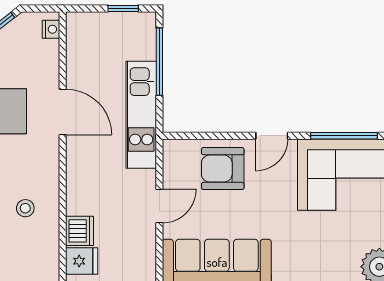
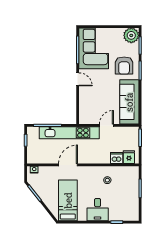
kitchen unit: (141, 115) -> (69, 133), width x1.36
armchair: (223, 169) -> (124, 66), moved
door: (159, 206) -> (106, 125), hinge flipped

